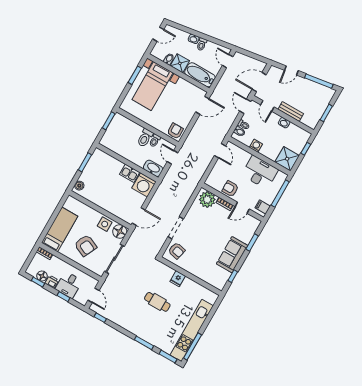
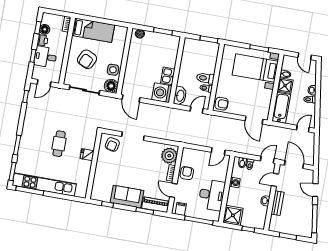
piano: (250, 230) -> (155, 205), added

